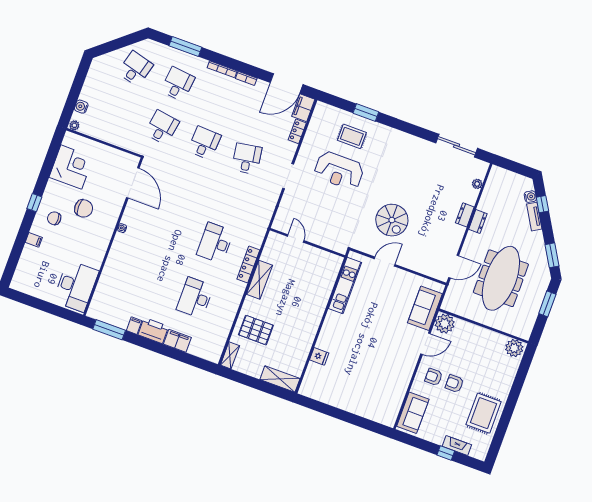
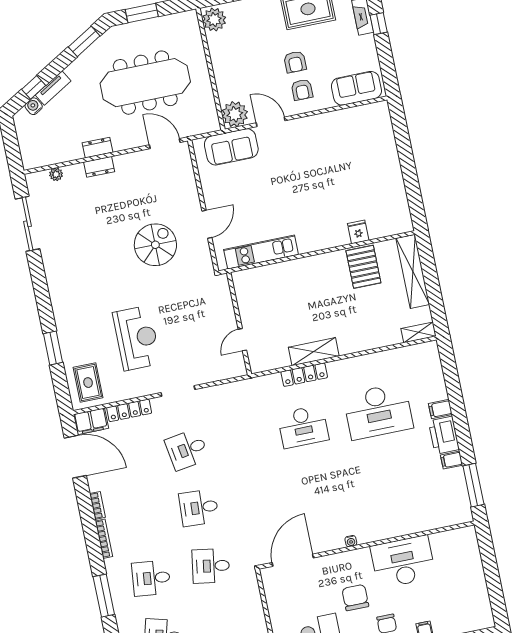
locker: (297, 131) -> (129, 410), width x1.53
rug: (352, 136) -> (88, 383), moved
door: (385, 262) -> (207, 224), swing flipped
desk: (76, 286) -> (403, 562), moved
desk: (195, 298) -> (378, 411), width x1.36, depth x1.30
pallet: (256, 330) -> (363, 267), moved
filing cabinet: (177, 341) -> (440, 409), width x0.50
shelving: (280, 379) -> (413, 271), width x1.47

